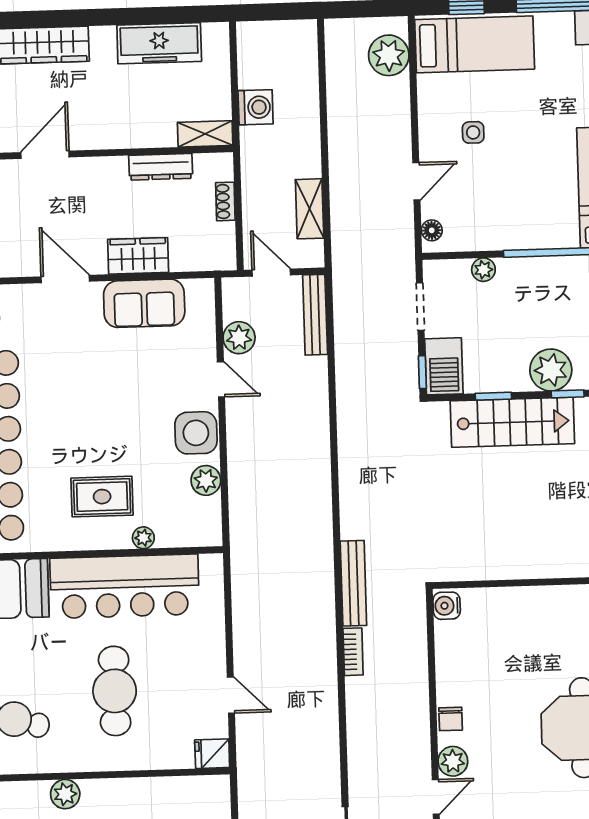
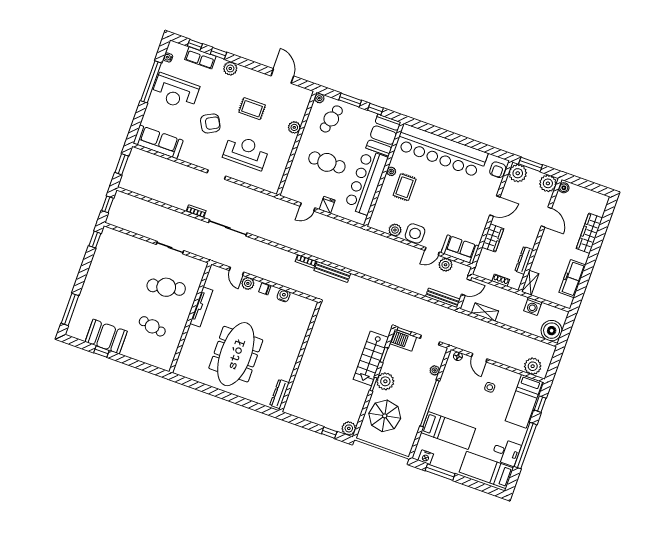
boiler: (293, 44) -> (552, 331), added
sofa: (144, 303) -> (460, 249), moved, turned 90
plant: (143, 538) -> (391, 171), moved
water cooler: (447, 606) -> (284, 296), moved
fridge: (212, 754) -> (327, 205), moved

